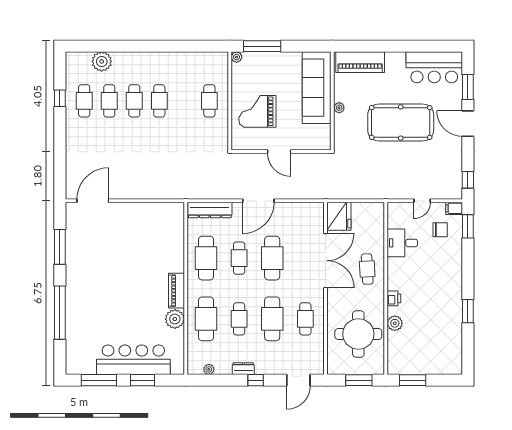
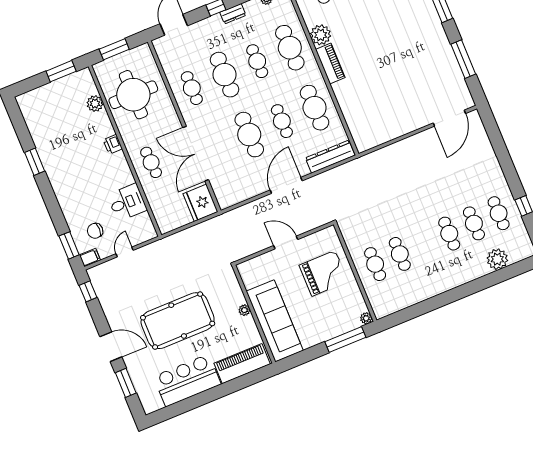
bar counter: (434, 67) -> (187, 380), moved
cafe table: (159, 101) -> (400, 254), moved
plant: (395, 323) -> (95, 104), moved

